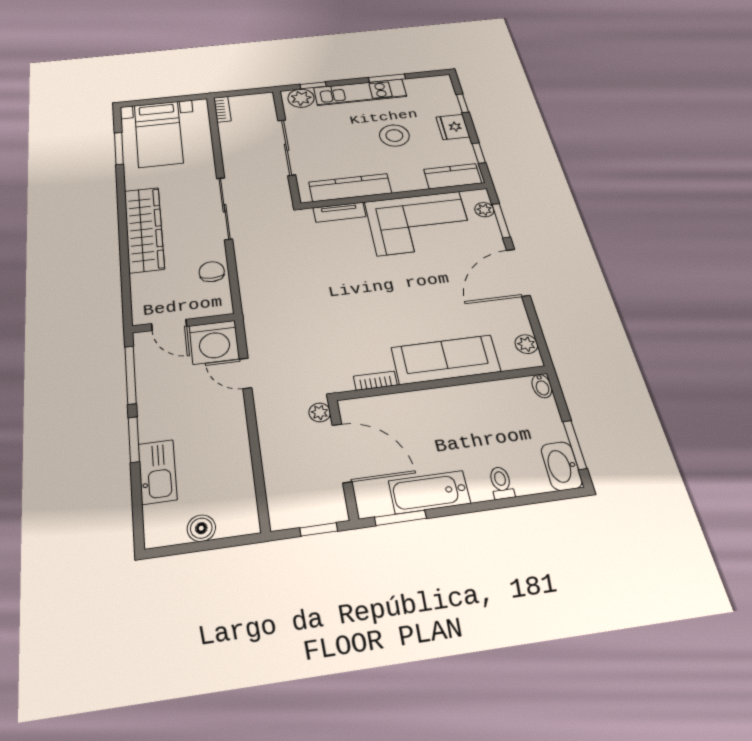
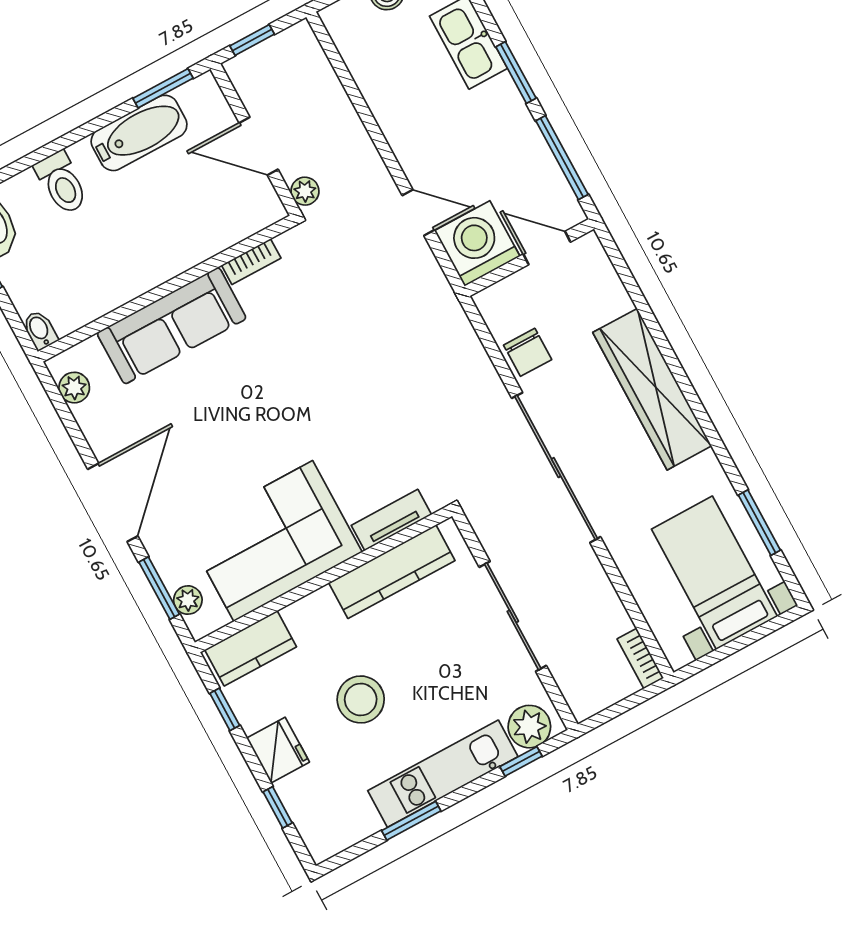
sliding door: (225, 208) -> (556, 468), width x1.36
door: (342, 453) -> (259, 146), width x0.73
toilet: (501, 483) -> (62, 183), width x1.37, depth x1.39

